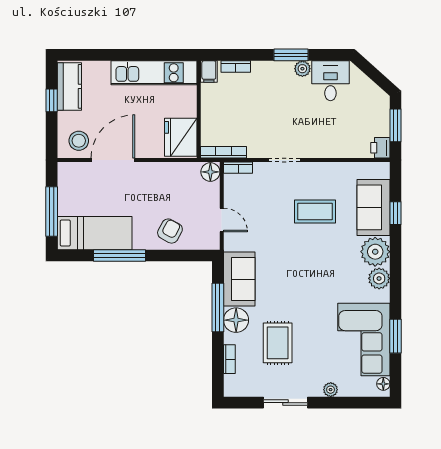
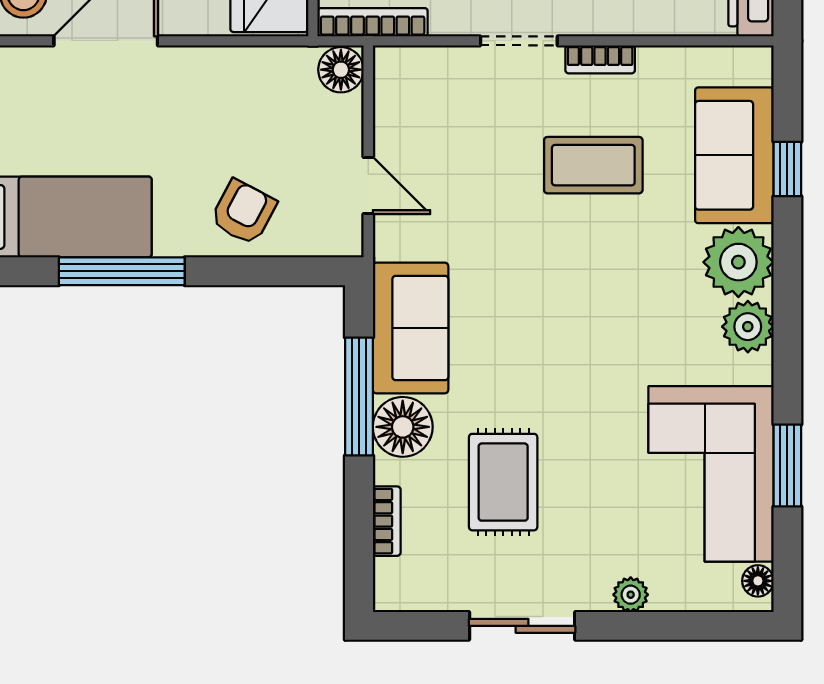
bookcase: (238, 168) -> (600, 59), moved

